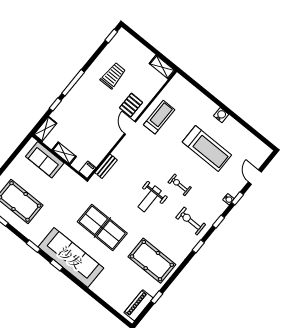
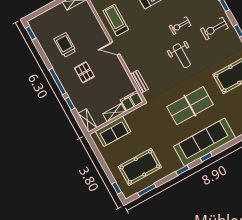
pallet: (131, 105) -> (84, 72), moved
filing cabinet: (87, 170) -> (132, 101), width x2.00

